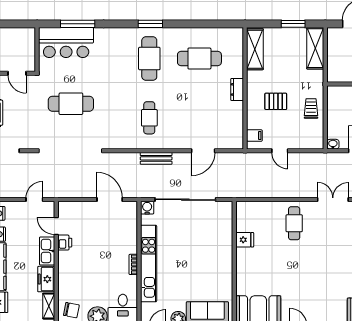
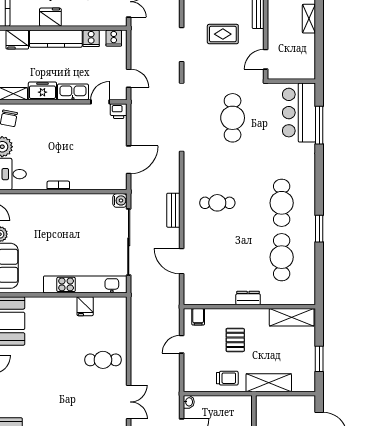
window: (150, 24) -> (319, 229), moved
shelving: (315, 48) -> (269, 383), moved
cafe table: (149, 59) -> (282, 203), turned 90
printer: (65, 243) -> (119, 111), moved
kitchen unit: (149, 263) -> (85, 284), moved, turned 180

